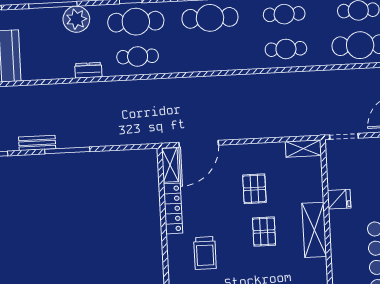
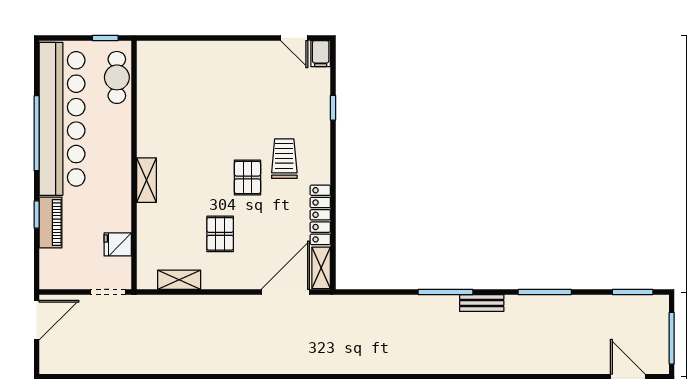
shelving: (303, 148) -> (179, 280), moved
fridge: (339, 199) -> (118, 244), moved
shelving: (314, 230) -> (147, 180), width x0.67, depth x0.75
pallet: (264, 232) -> (247, 177), moved

